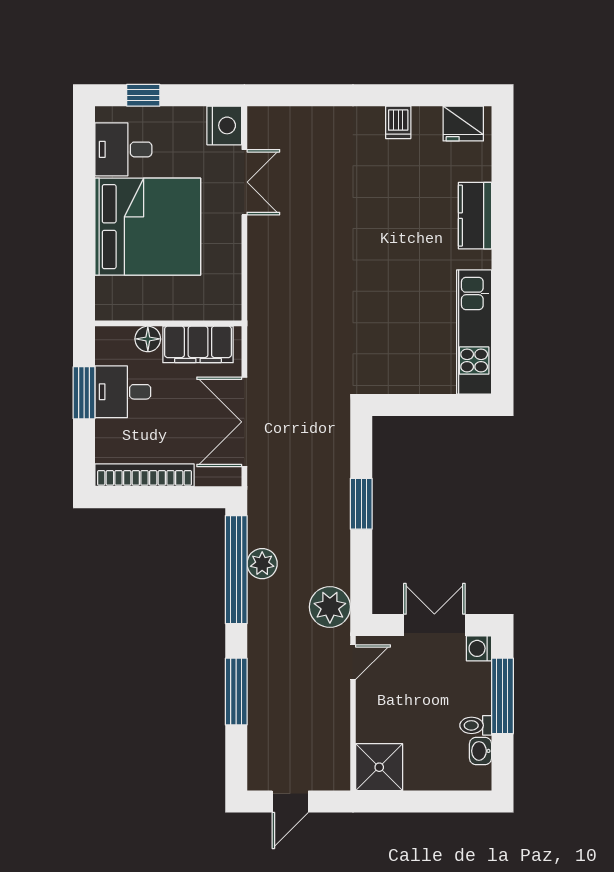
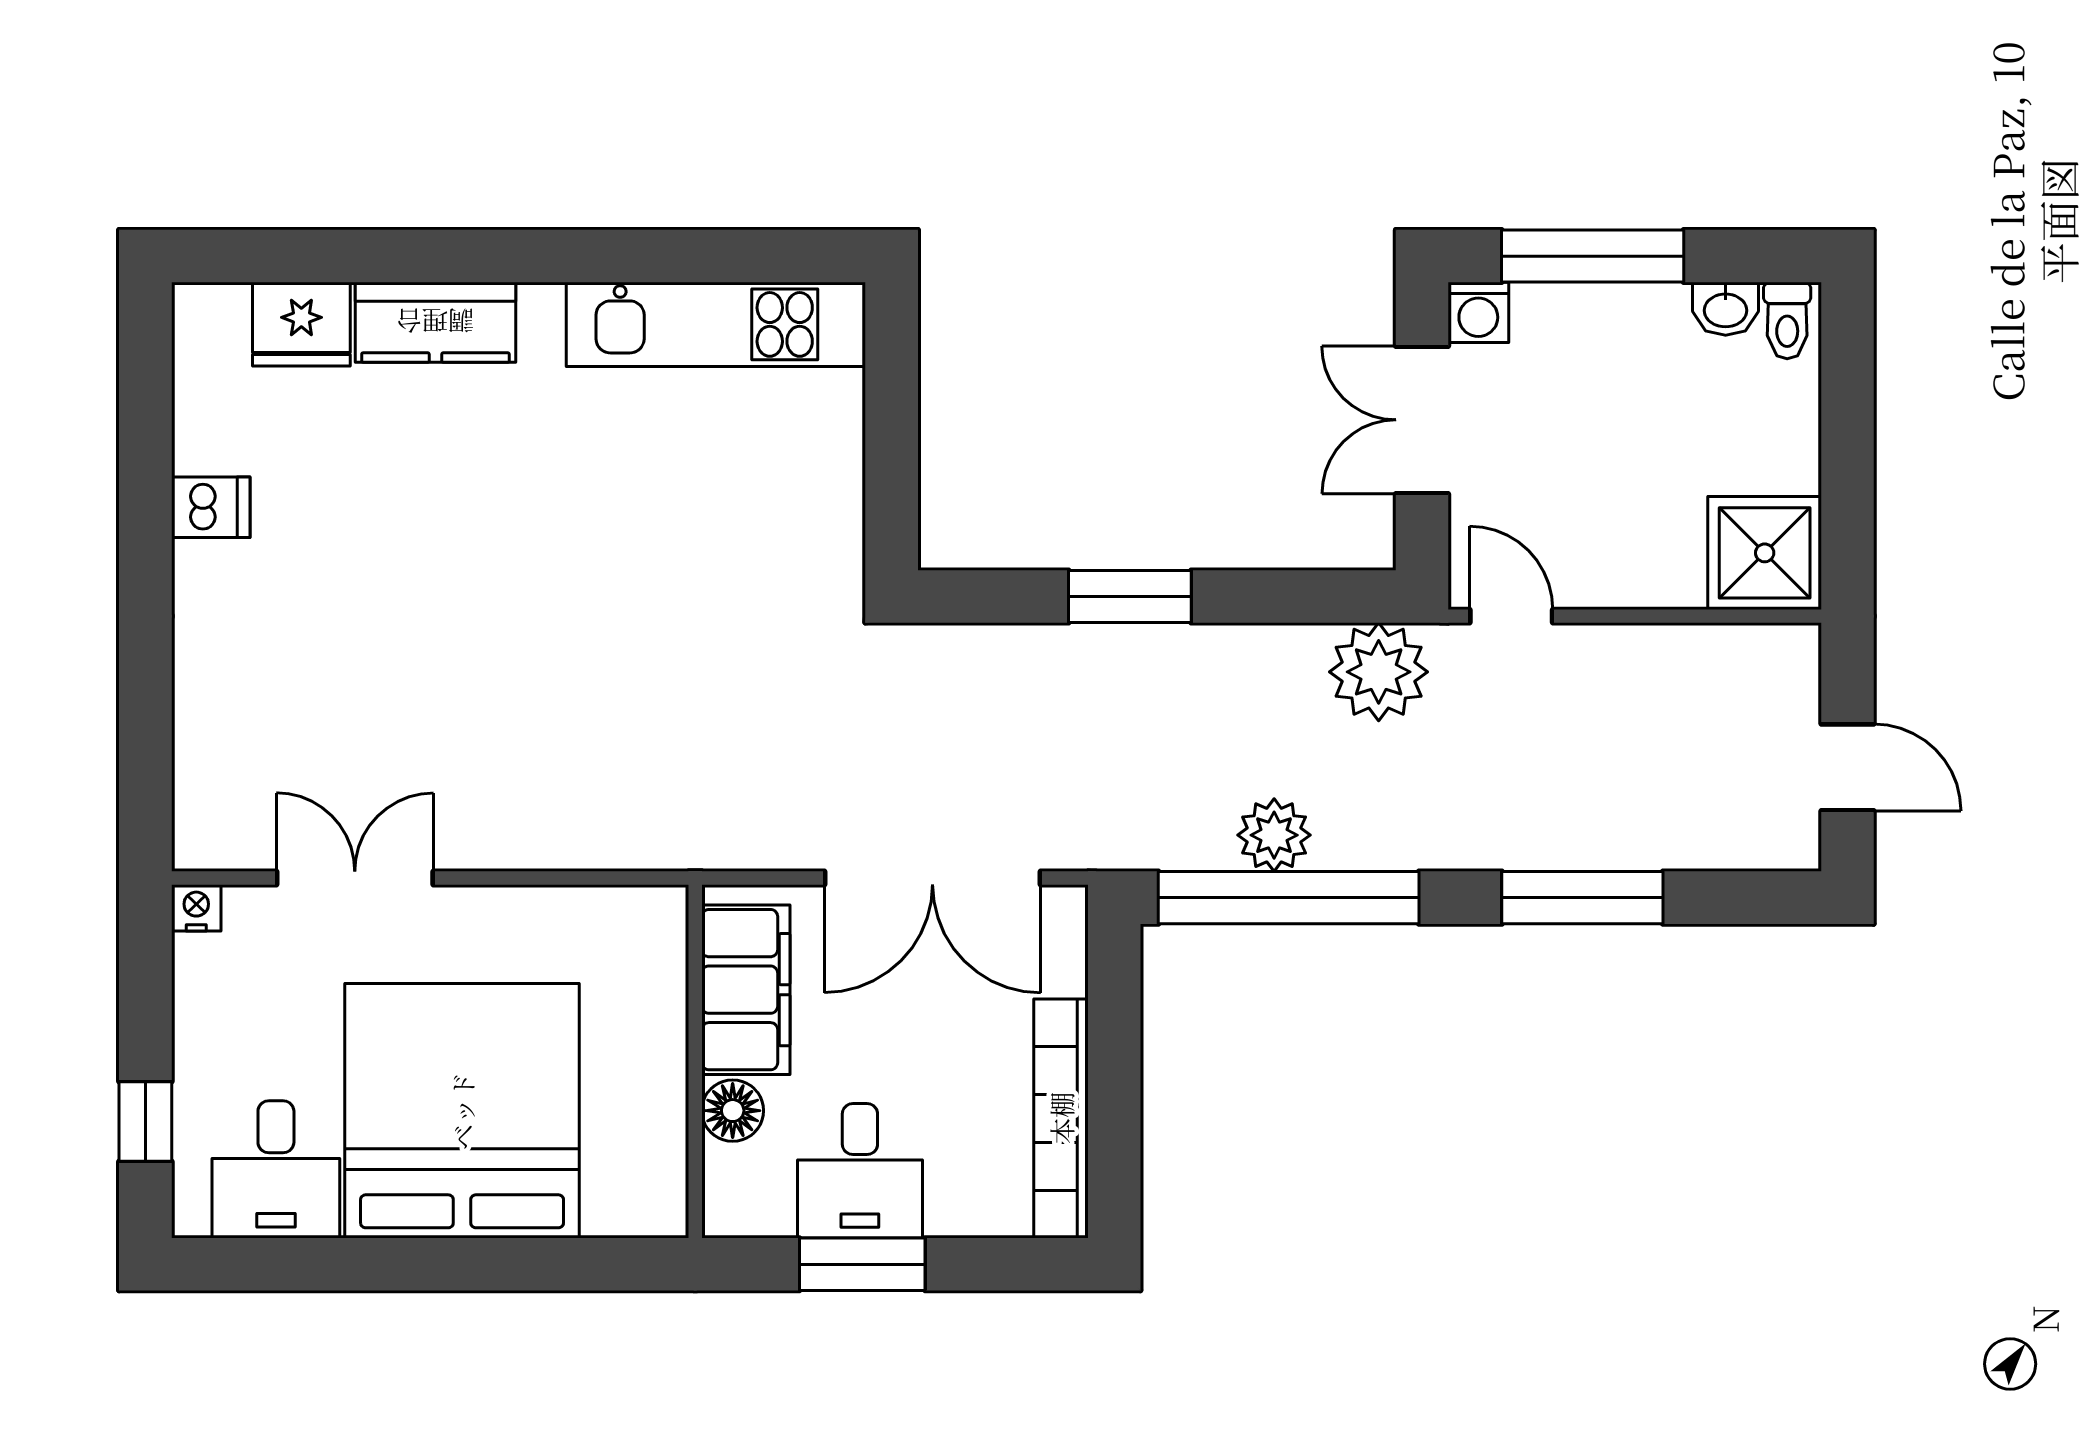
fridge: (463, 124) -> (301, 324), moved, turned 90
nightstand: (224, 125) -> (196, 908), width x0.53, depth x0.56
toilet: (476, 725) -> (1787, 321), moved

